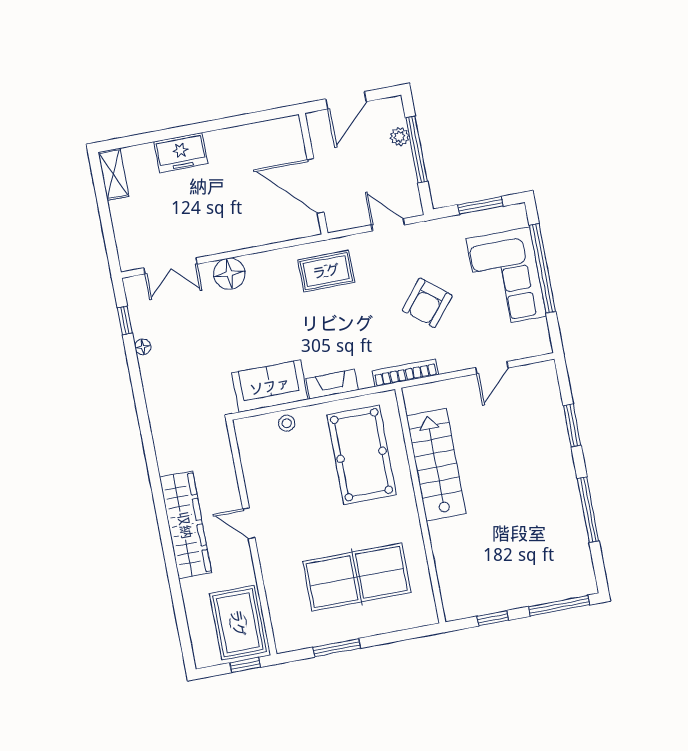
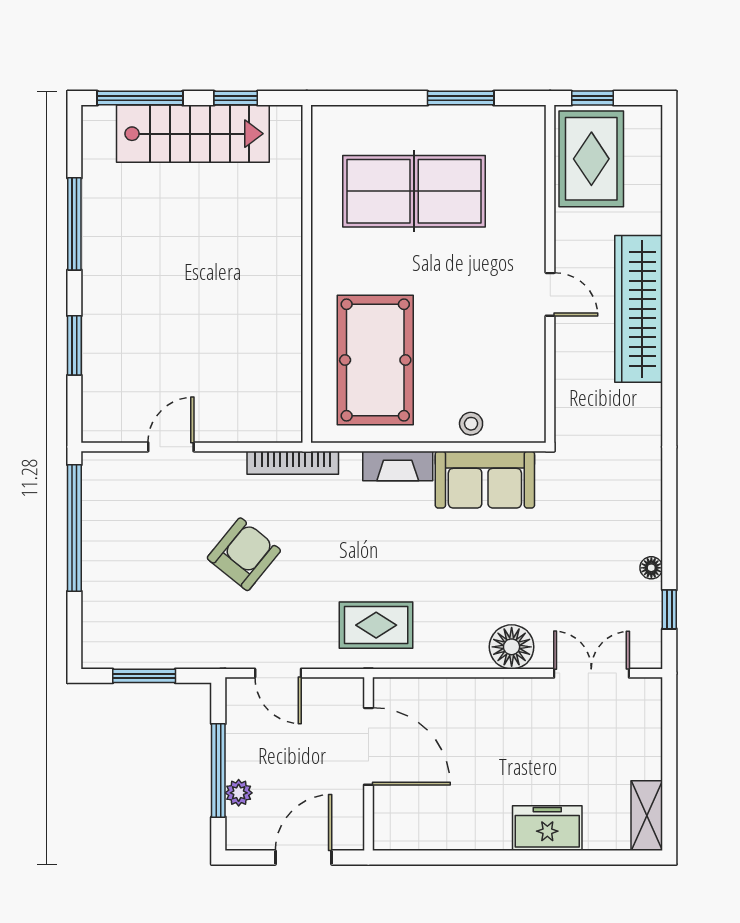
window: (542, 269) -> (74, 528), moved
corner sofa: (506, 277) -> (127, 569), removed
stairs: (436, 465) -> (193, 134), moved, turned -90

